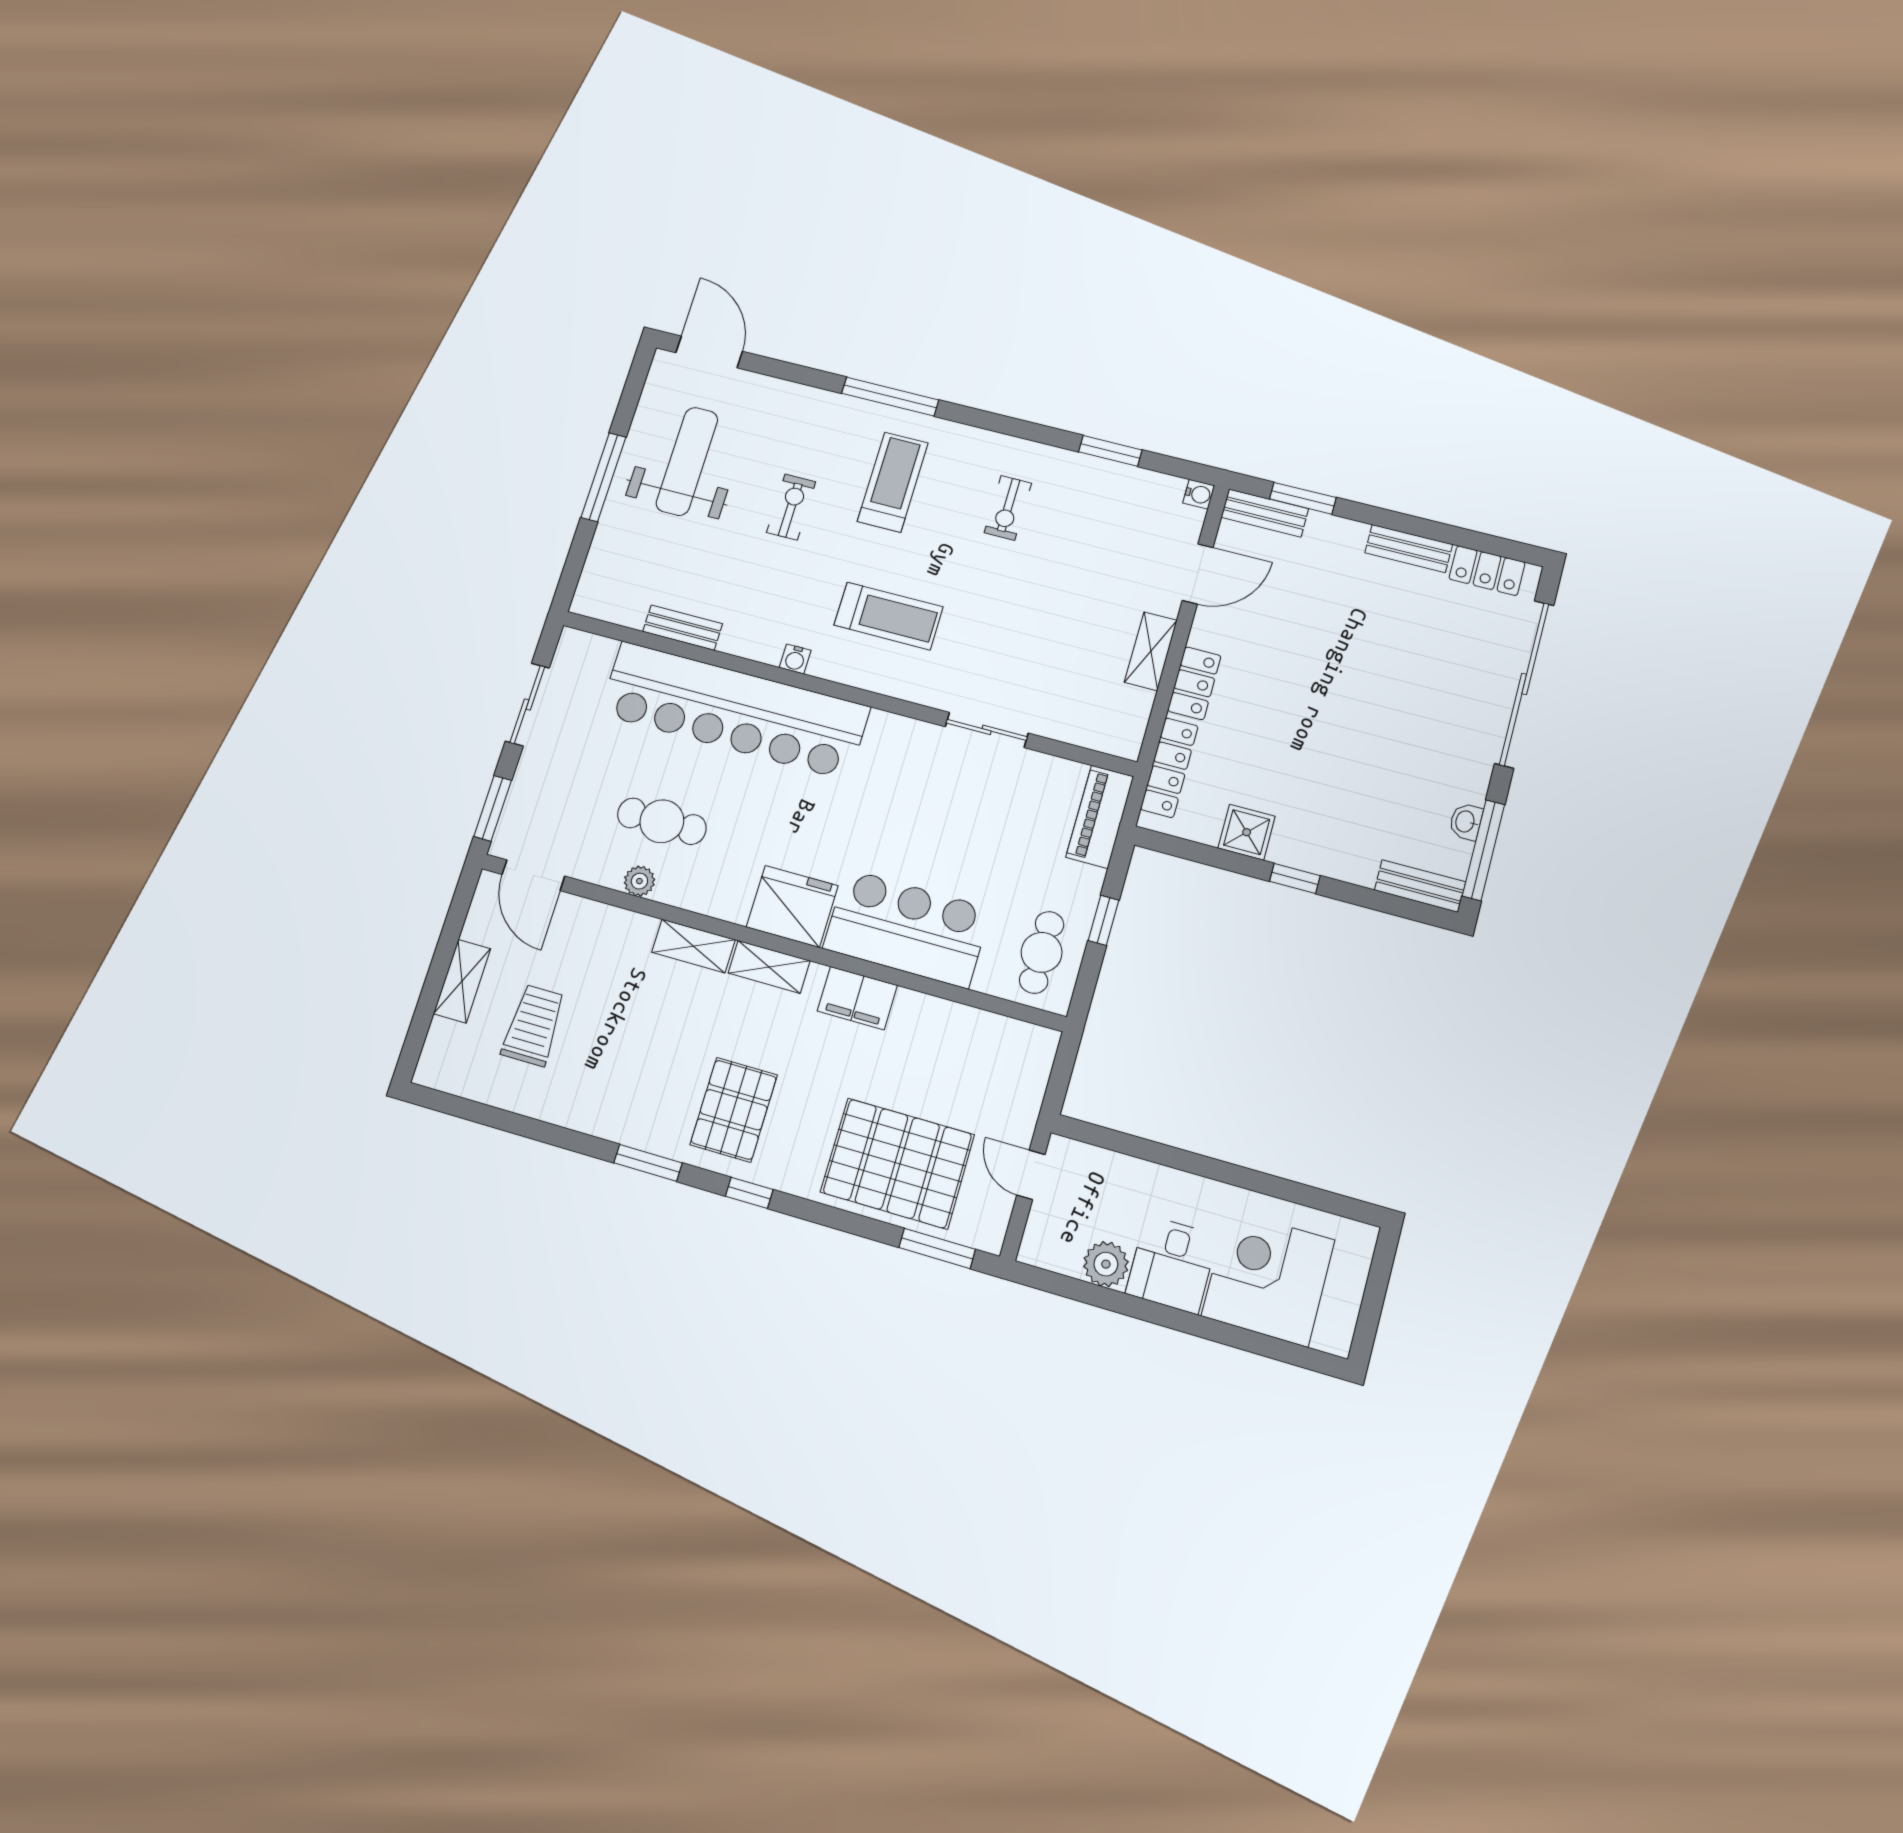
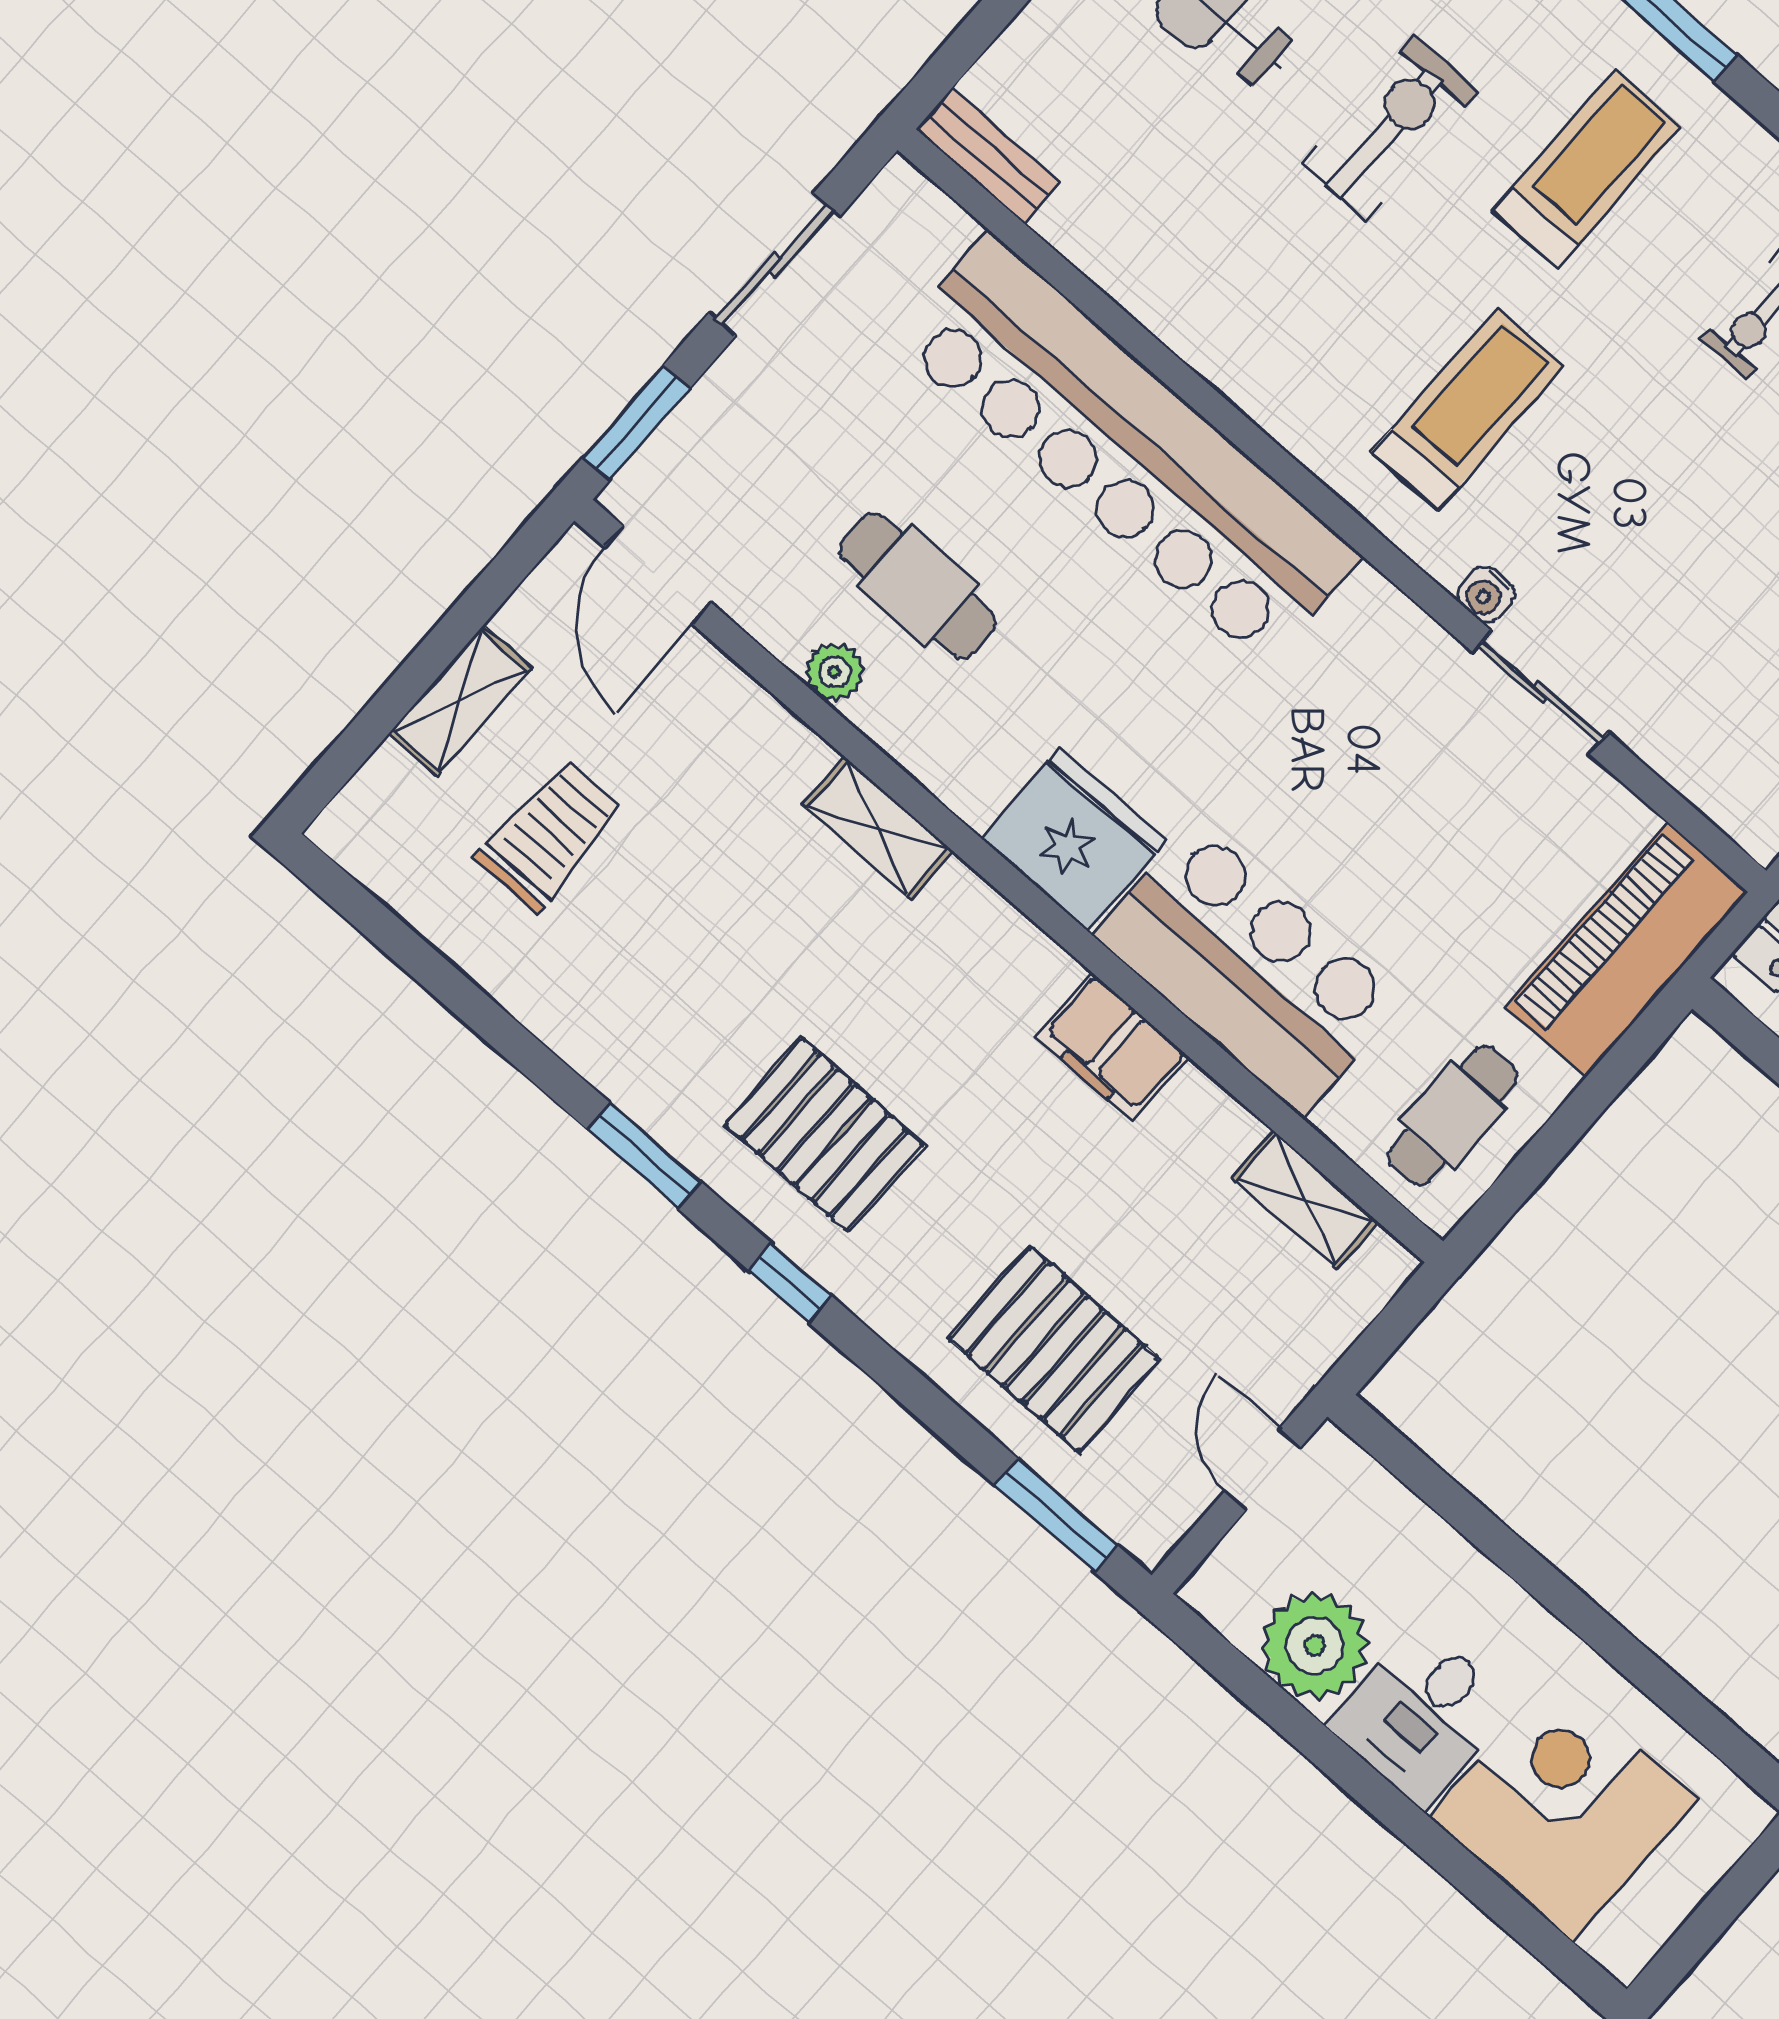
exercise bike: (791, 507) -> (1389, 128), width x1.38, depth x1.39
treadmill: (889, 616) -> (1468, 409), turned -90
bench: (683, 628) -> (988, 156), moved
water cooler: (795, 659) -> (1486, 594), moved
piano: (1100, 817) -> (1626, 950), width x1.37, depth x1.33
window: (1104, 920) -> (1580, 1111), removed
shelving: (769, 967) -> (1305, 1200), moved
pallet: (734, 1110) -> (824, 1135), turned 90
pallet: (897, 1163) -> (1054, 1349), width x0.73, depth x0.71
plant: (1106, 1264) -> (1315, 1646), width x1.36, depth x1.36

